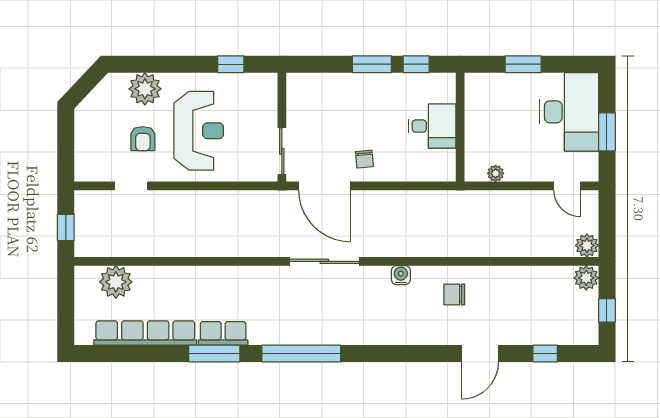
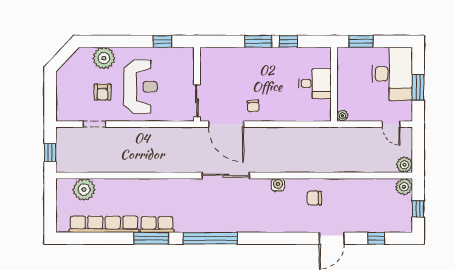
desk: (432, 126) -> (315, 83), moved
wall: (460, 127) -> (334, 84), moved

